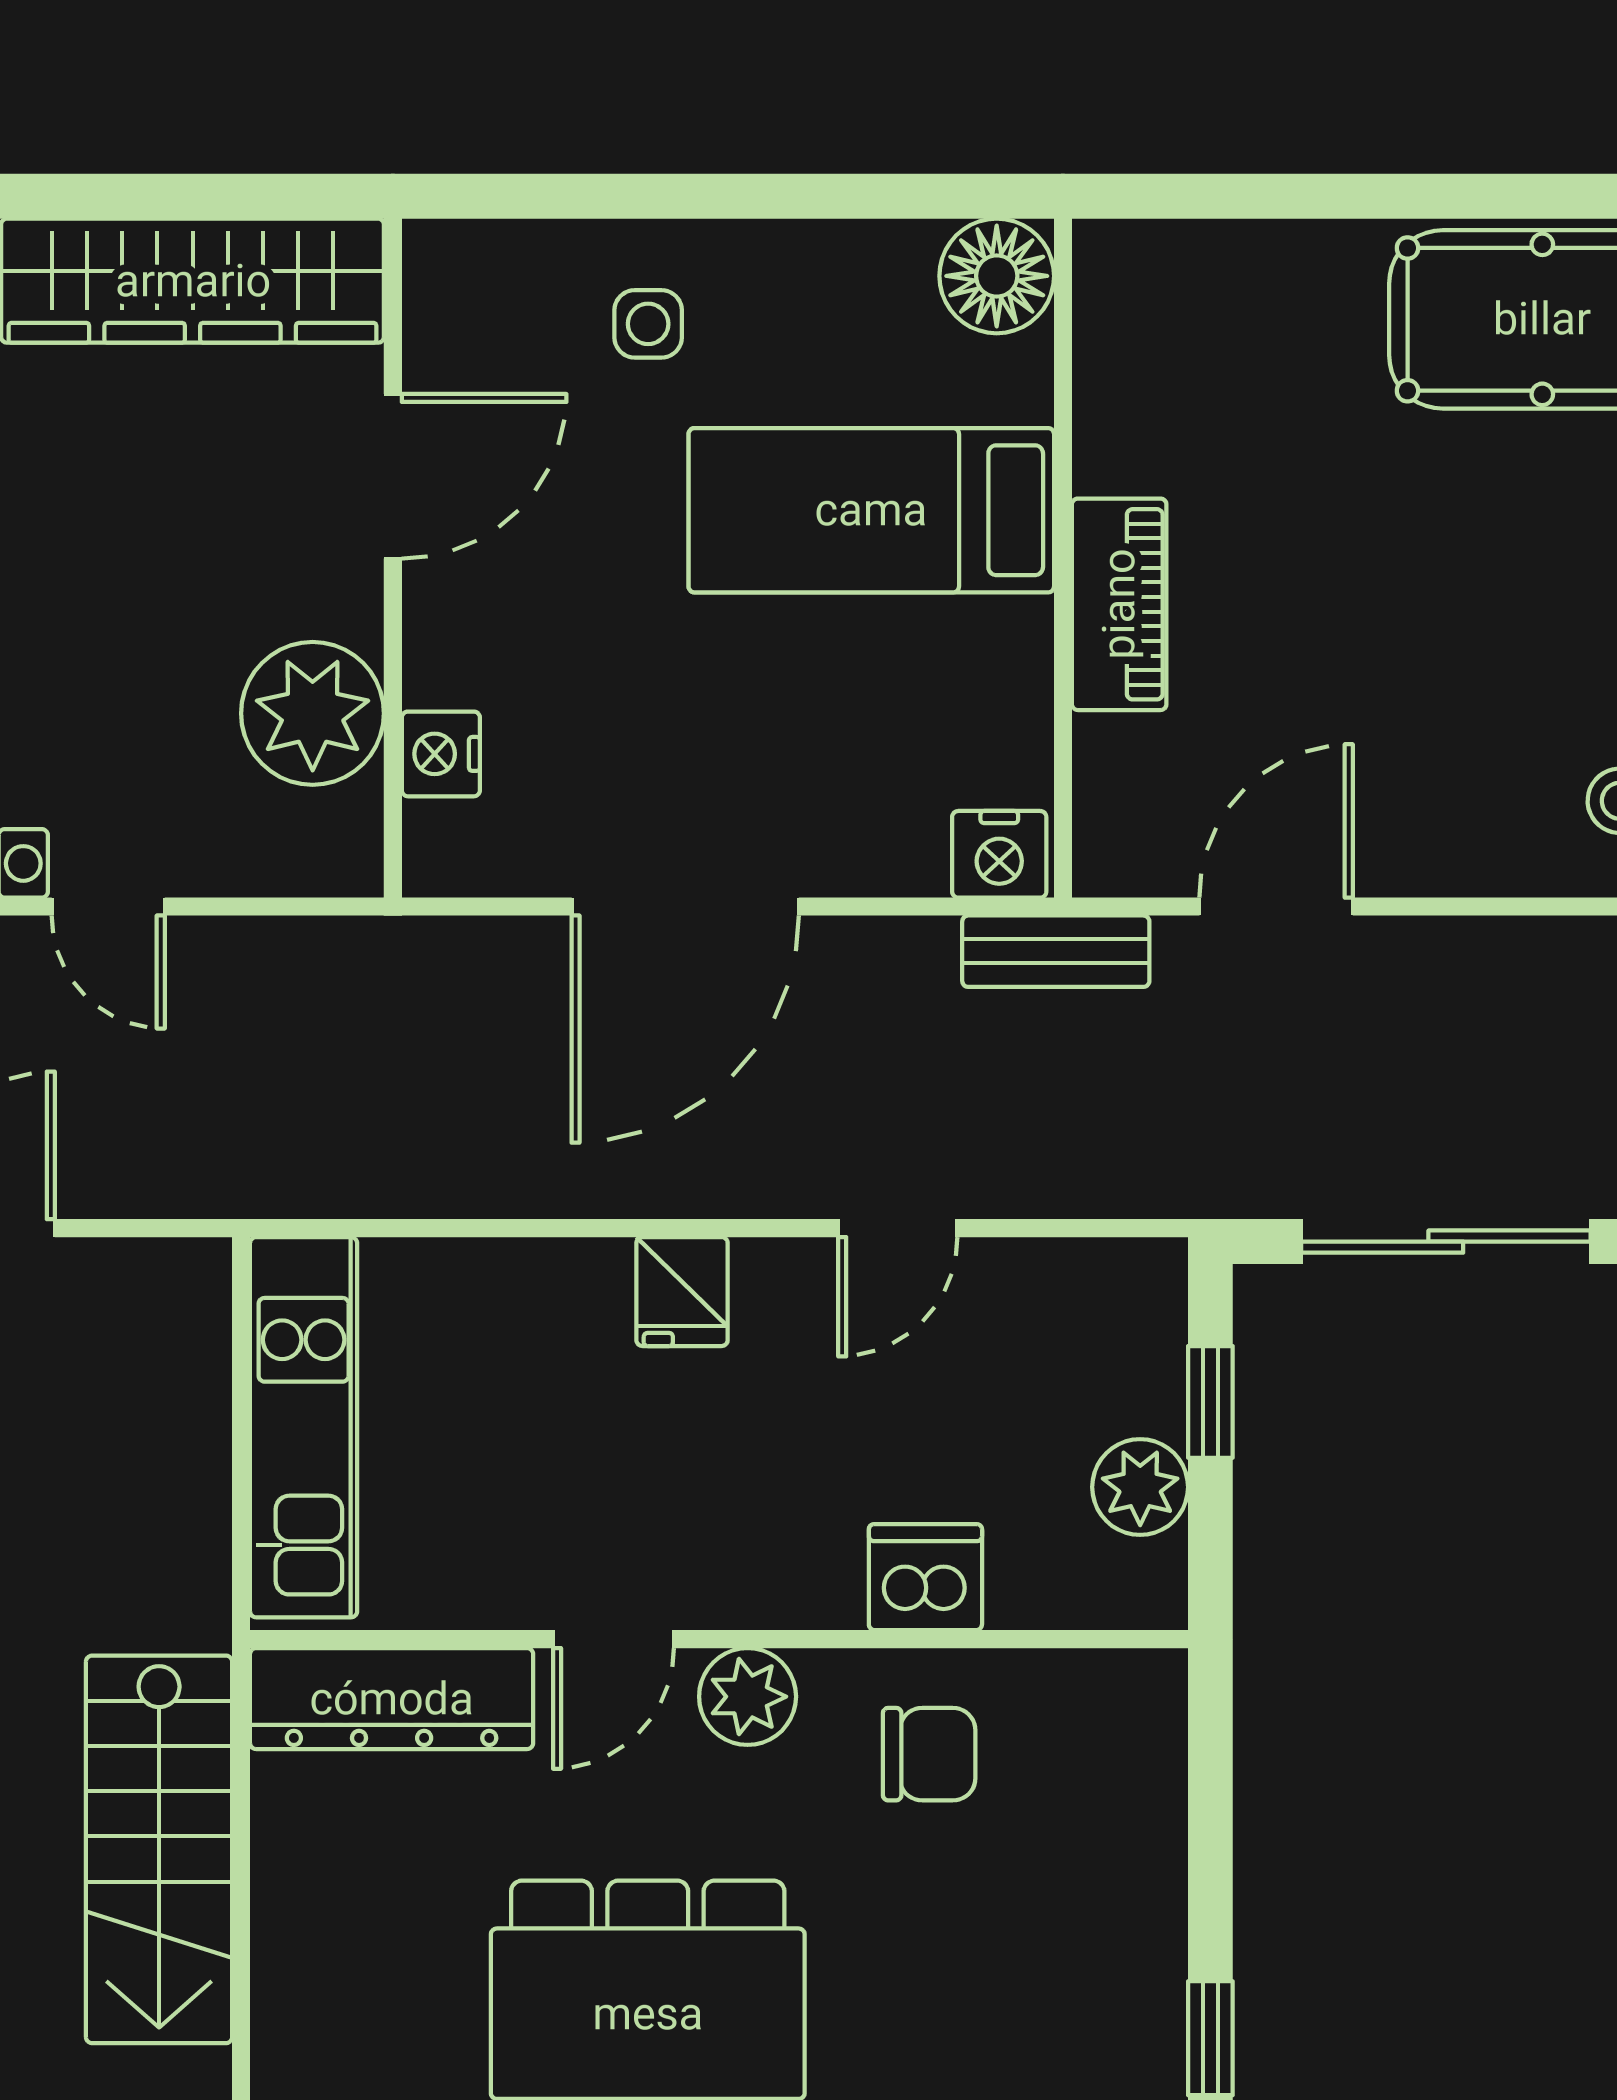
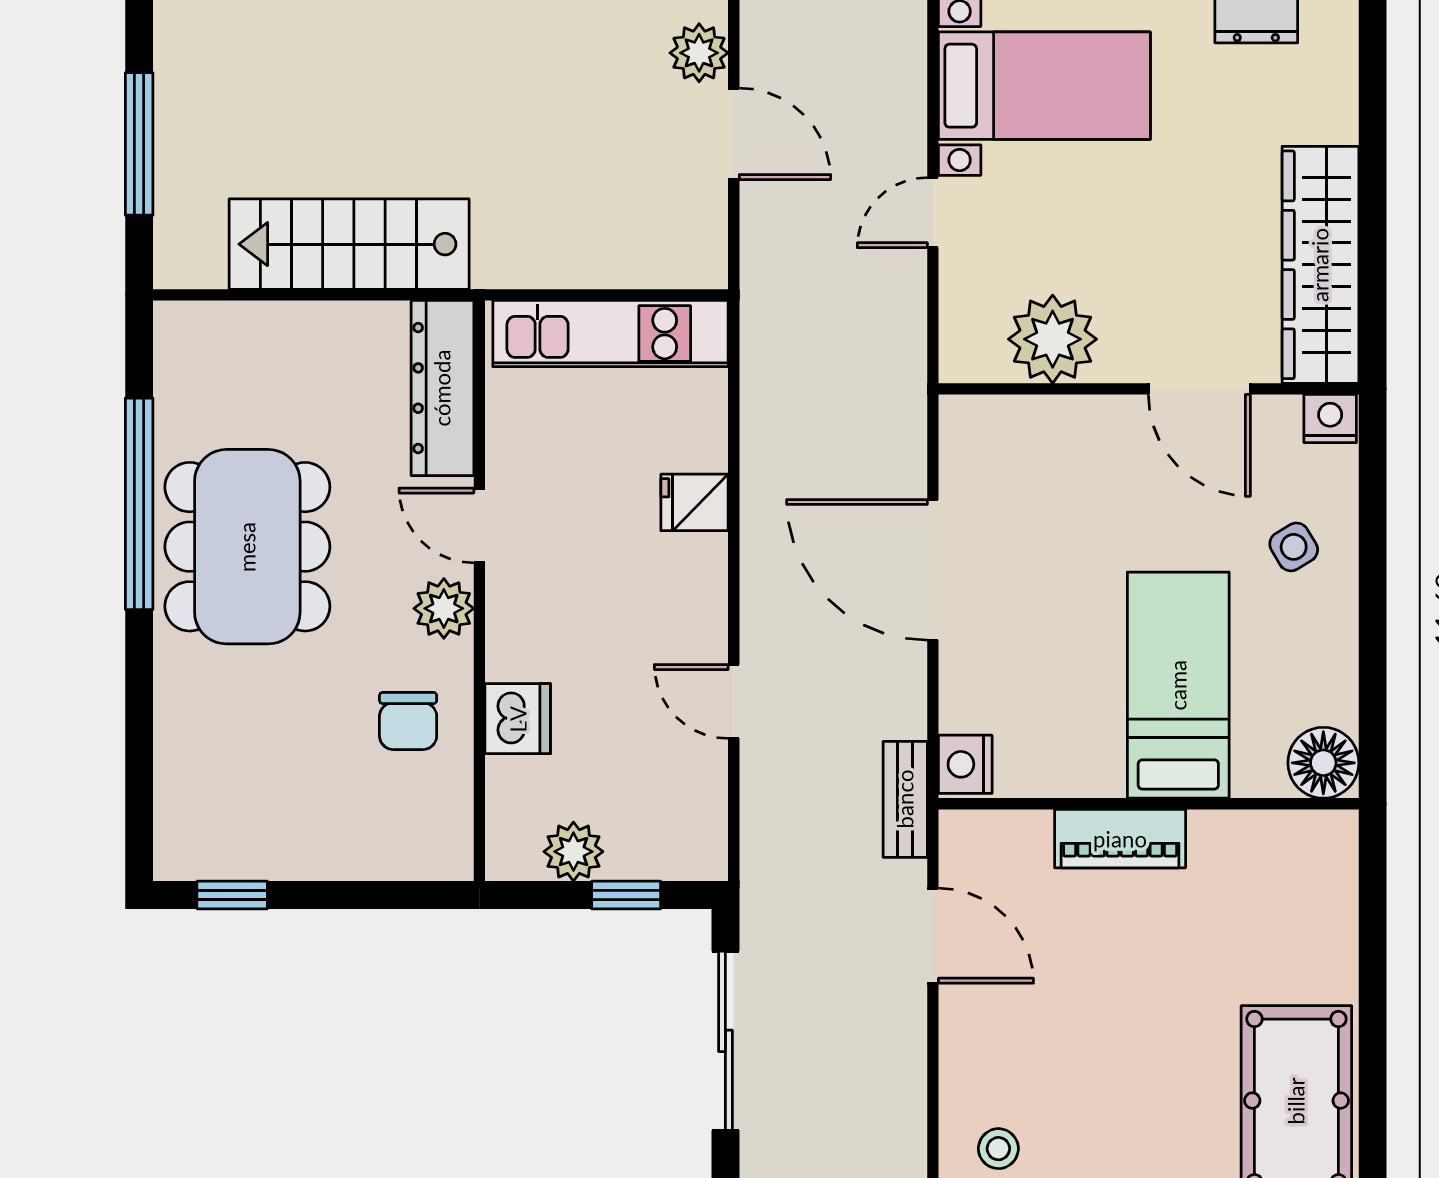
side table: (648, 324) -> (1294, 547), turned -31
nightstand: (441, 754) -> (1330, 419), moved
fridge: (682, 1292) -> (695, 502), moved

